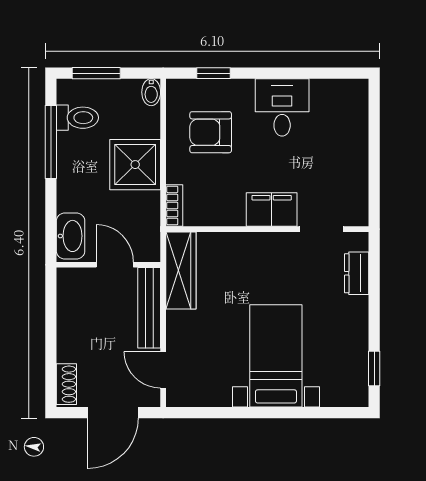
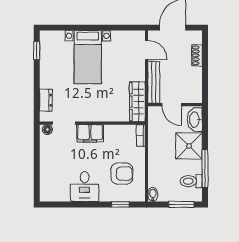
shower: (135, 165) -> (189, 146), moved
floor lamp: (354, 217) -> (47, 130), added
shoe rack: (66, 384) -> (197, 55), moved

